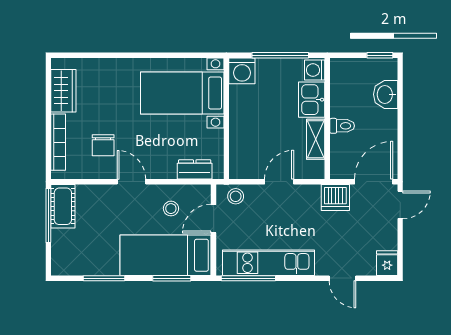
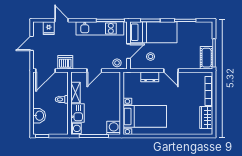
chair: (103, 145) -> (186, 89), removed
dresser: (195, 169) -> (150, 77), moved
door: (400, 205) -> (32, 43), moved
fridge: (387, 263) -> (49, 28), moved

